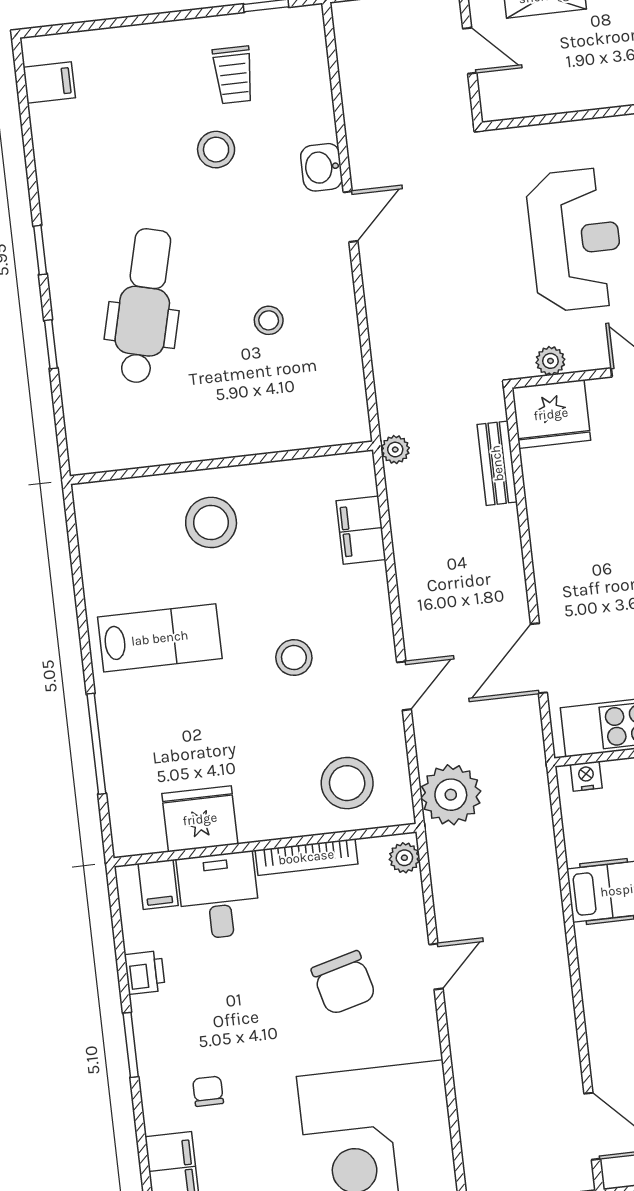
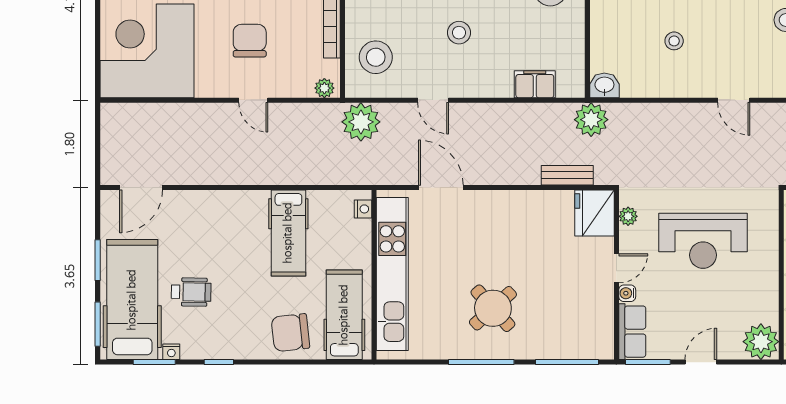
washbasin: (321, 167) -> (604, 85), moved
plant: (395, 450) -> (591, 120), width x1.87, depth x1.87
chair: (344, 983) -> (250, 41), turned 105

